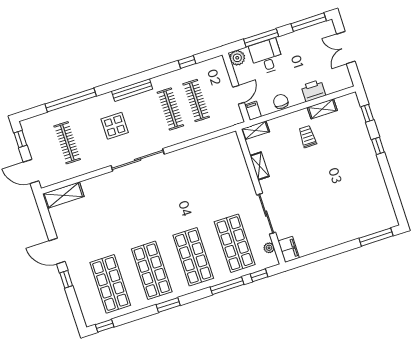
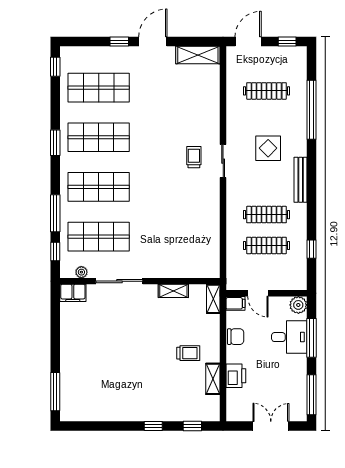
sliding door: (138, 160) -> (223, 161), width x0.54
trolley: (142, 185) -> (194, 157), added
shelving: (63, 195) -> (198, 55), moved, turned 90

